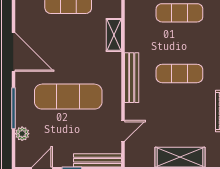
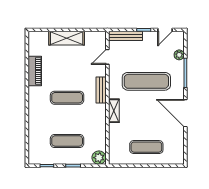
shelving: (114, 35) -> (114, 111), moved
bench: (132, 78) -> (101, 90), width x0.73

